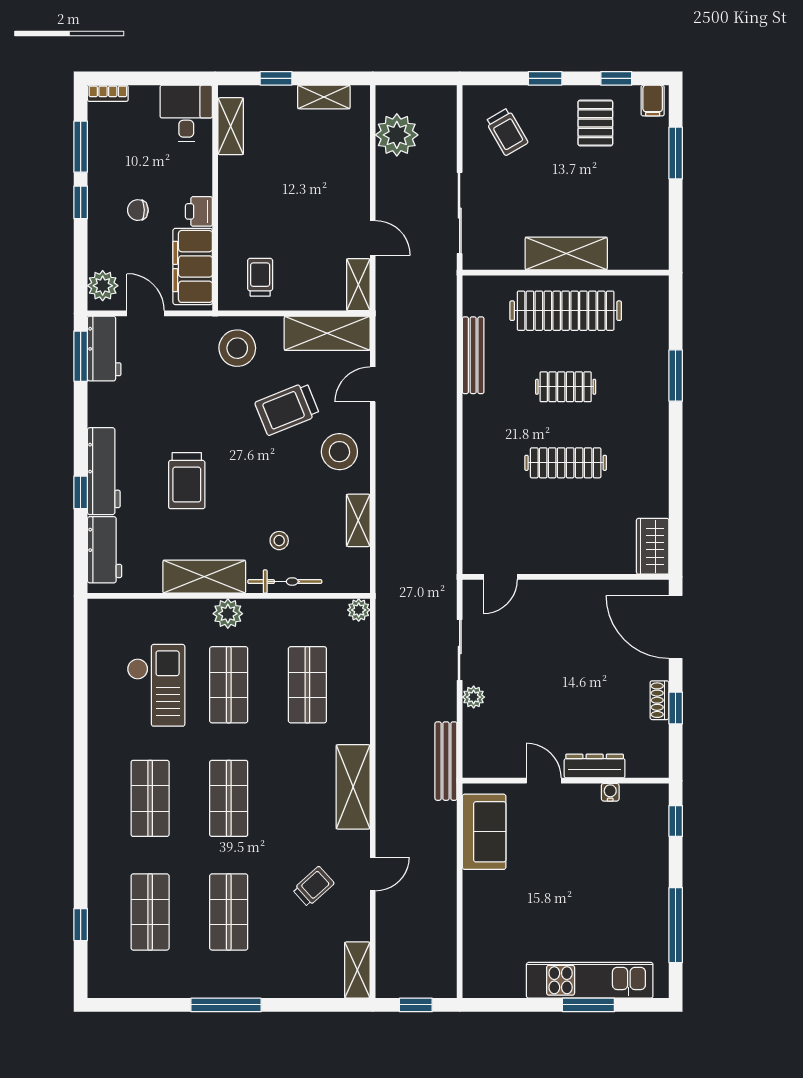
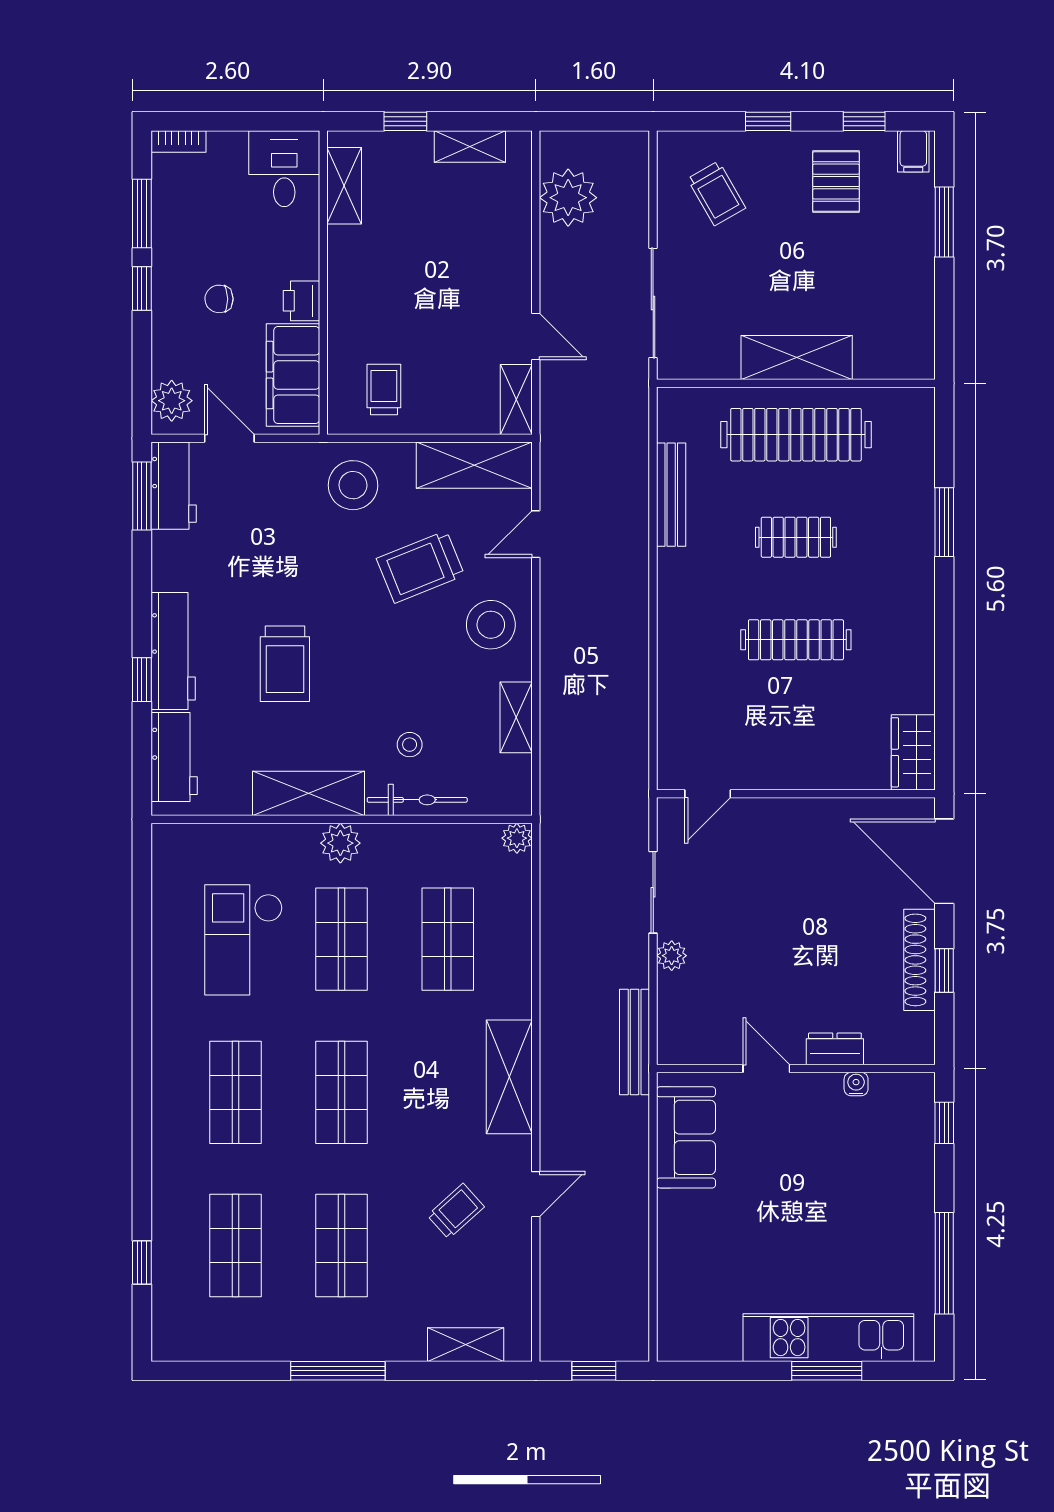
checkout: (156, 685) -> (244, 940), turned 180
shoe rack: (659, 700) -> (919, 960), width x1.94, depth x1.24
dresser: (595, 766) -> (835, 1049), width x0.70
shelving: (357, 970) -> (466, 1345), moved, turned 90

